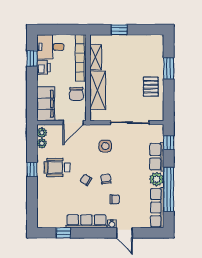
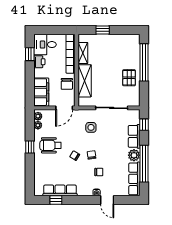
window: (169, 68) -> (144, 62), width x2.11
row of seats: (86, 221) -> (60, 190), moved

